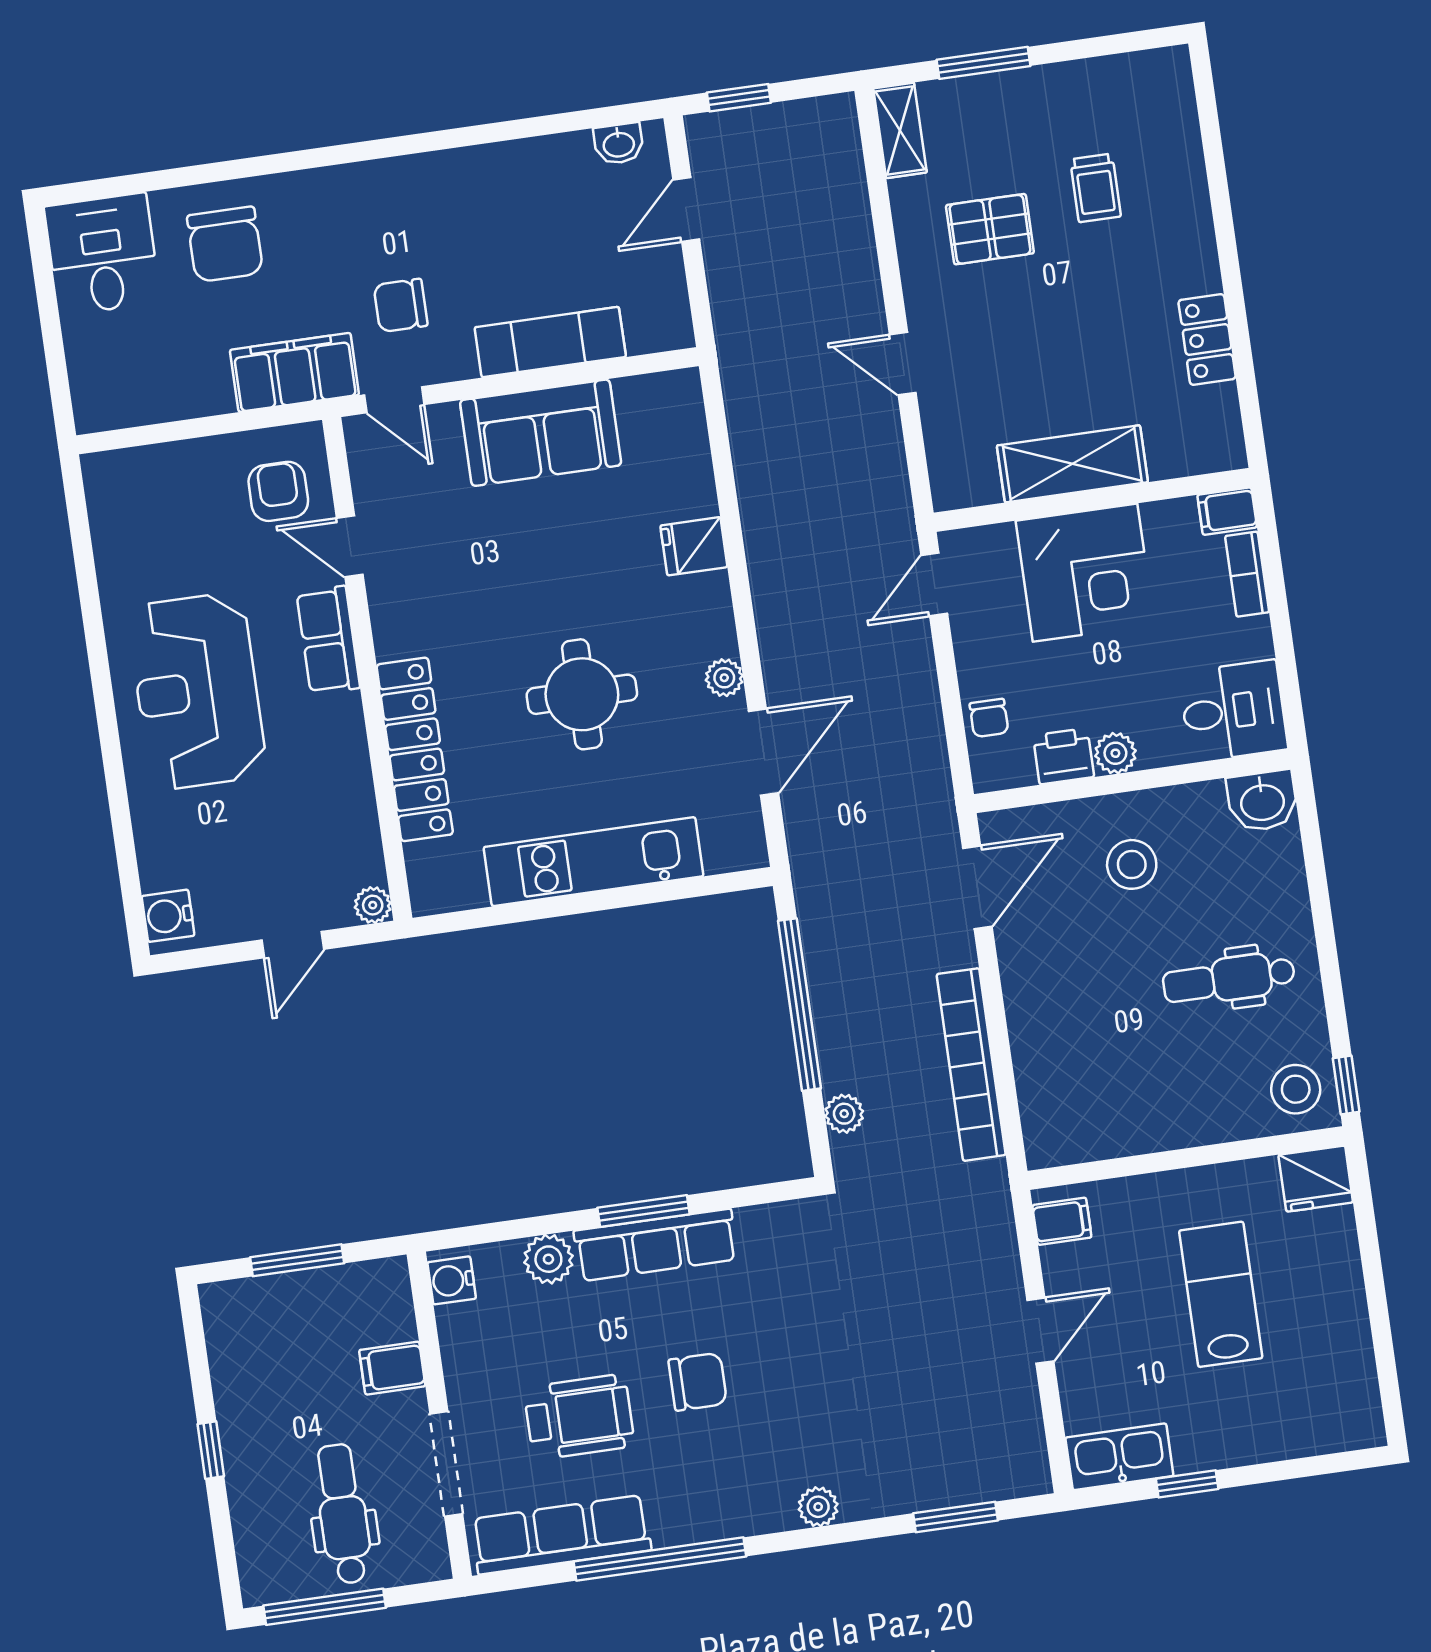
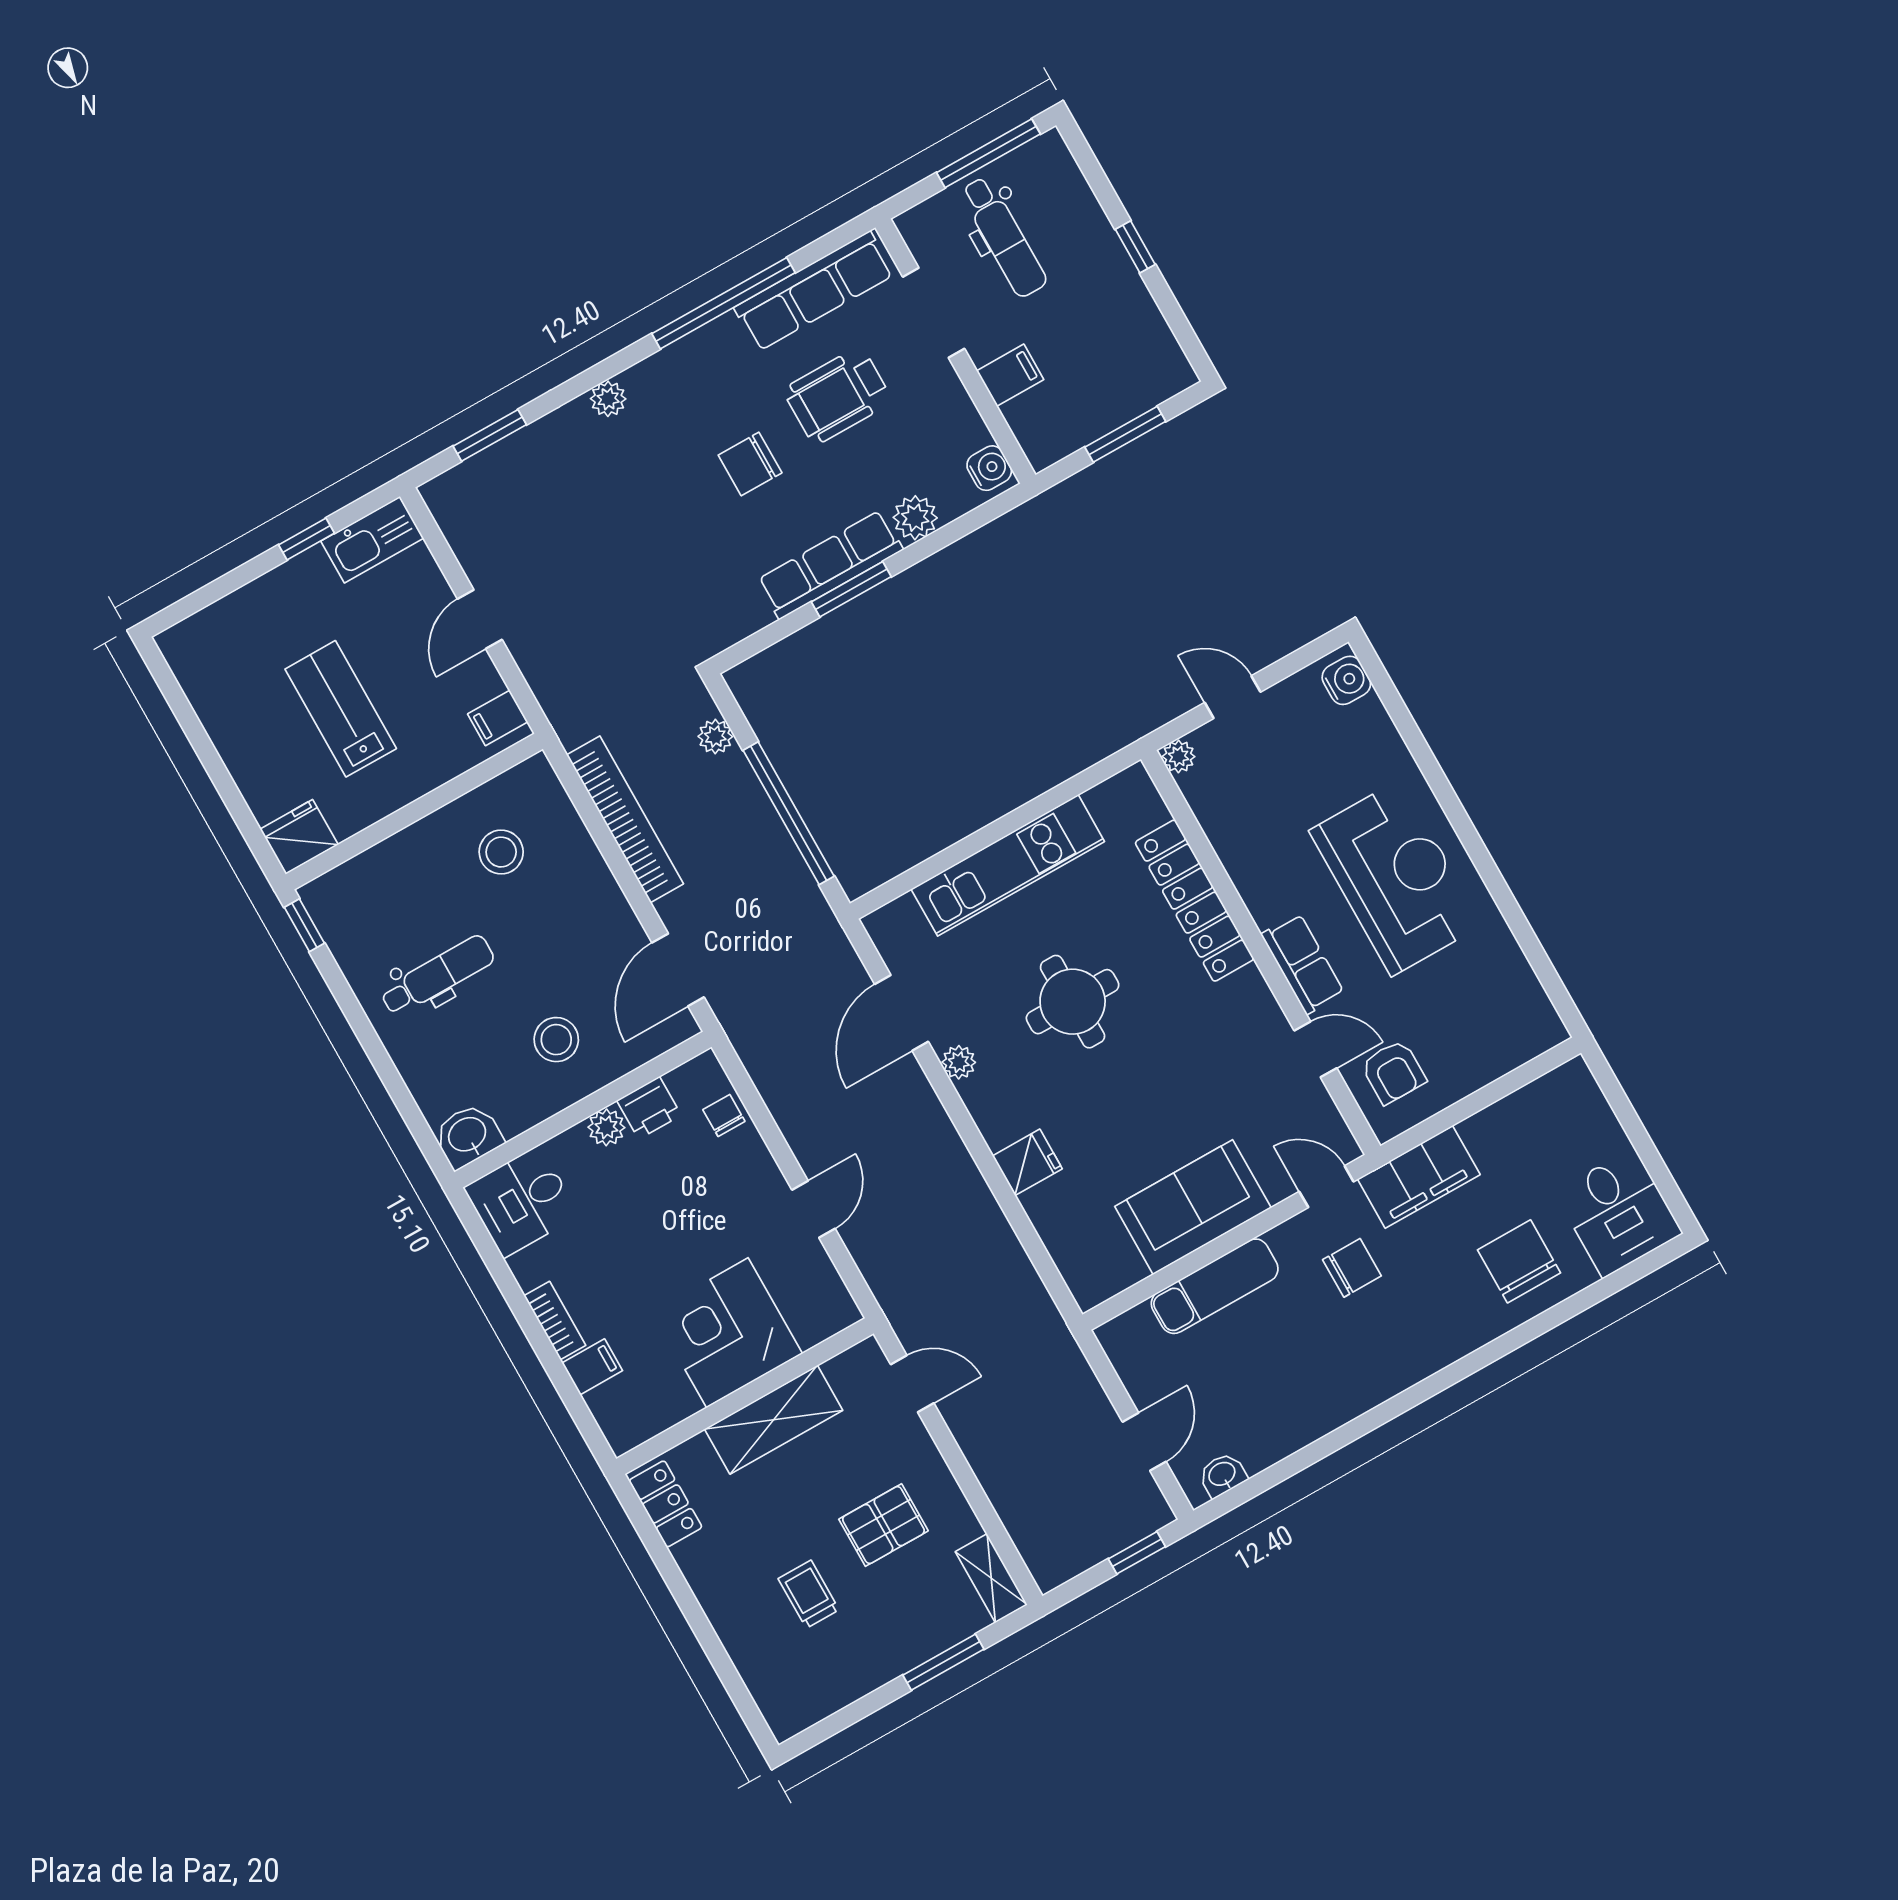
shelving: (1072, 464) -> (774, 1420), moved
wall: (1093, 500) -> (745, 1396), moved
corner desk: (1085, 573) -> (727, 1333), moved
door: (293, 945) -> (1233, 697), hinge flipped
stool: (1296, 1089) -> (501, 852), moved
lab bench: (1221, 1294) -> (341, 709), turned 180

